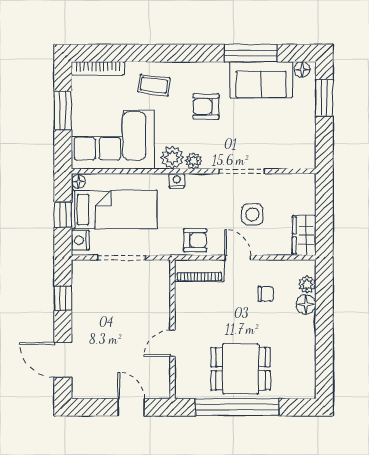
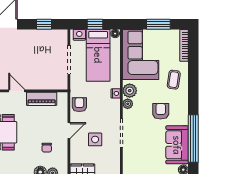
window: (251, 53) -> (193, 138), width x1.46
armchair: (195, 240) -> (79, 105), turned 180
piano: (199, 271) -> (42, 99), moved, turned -90

